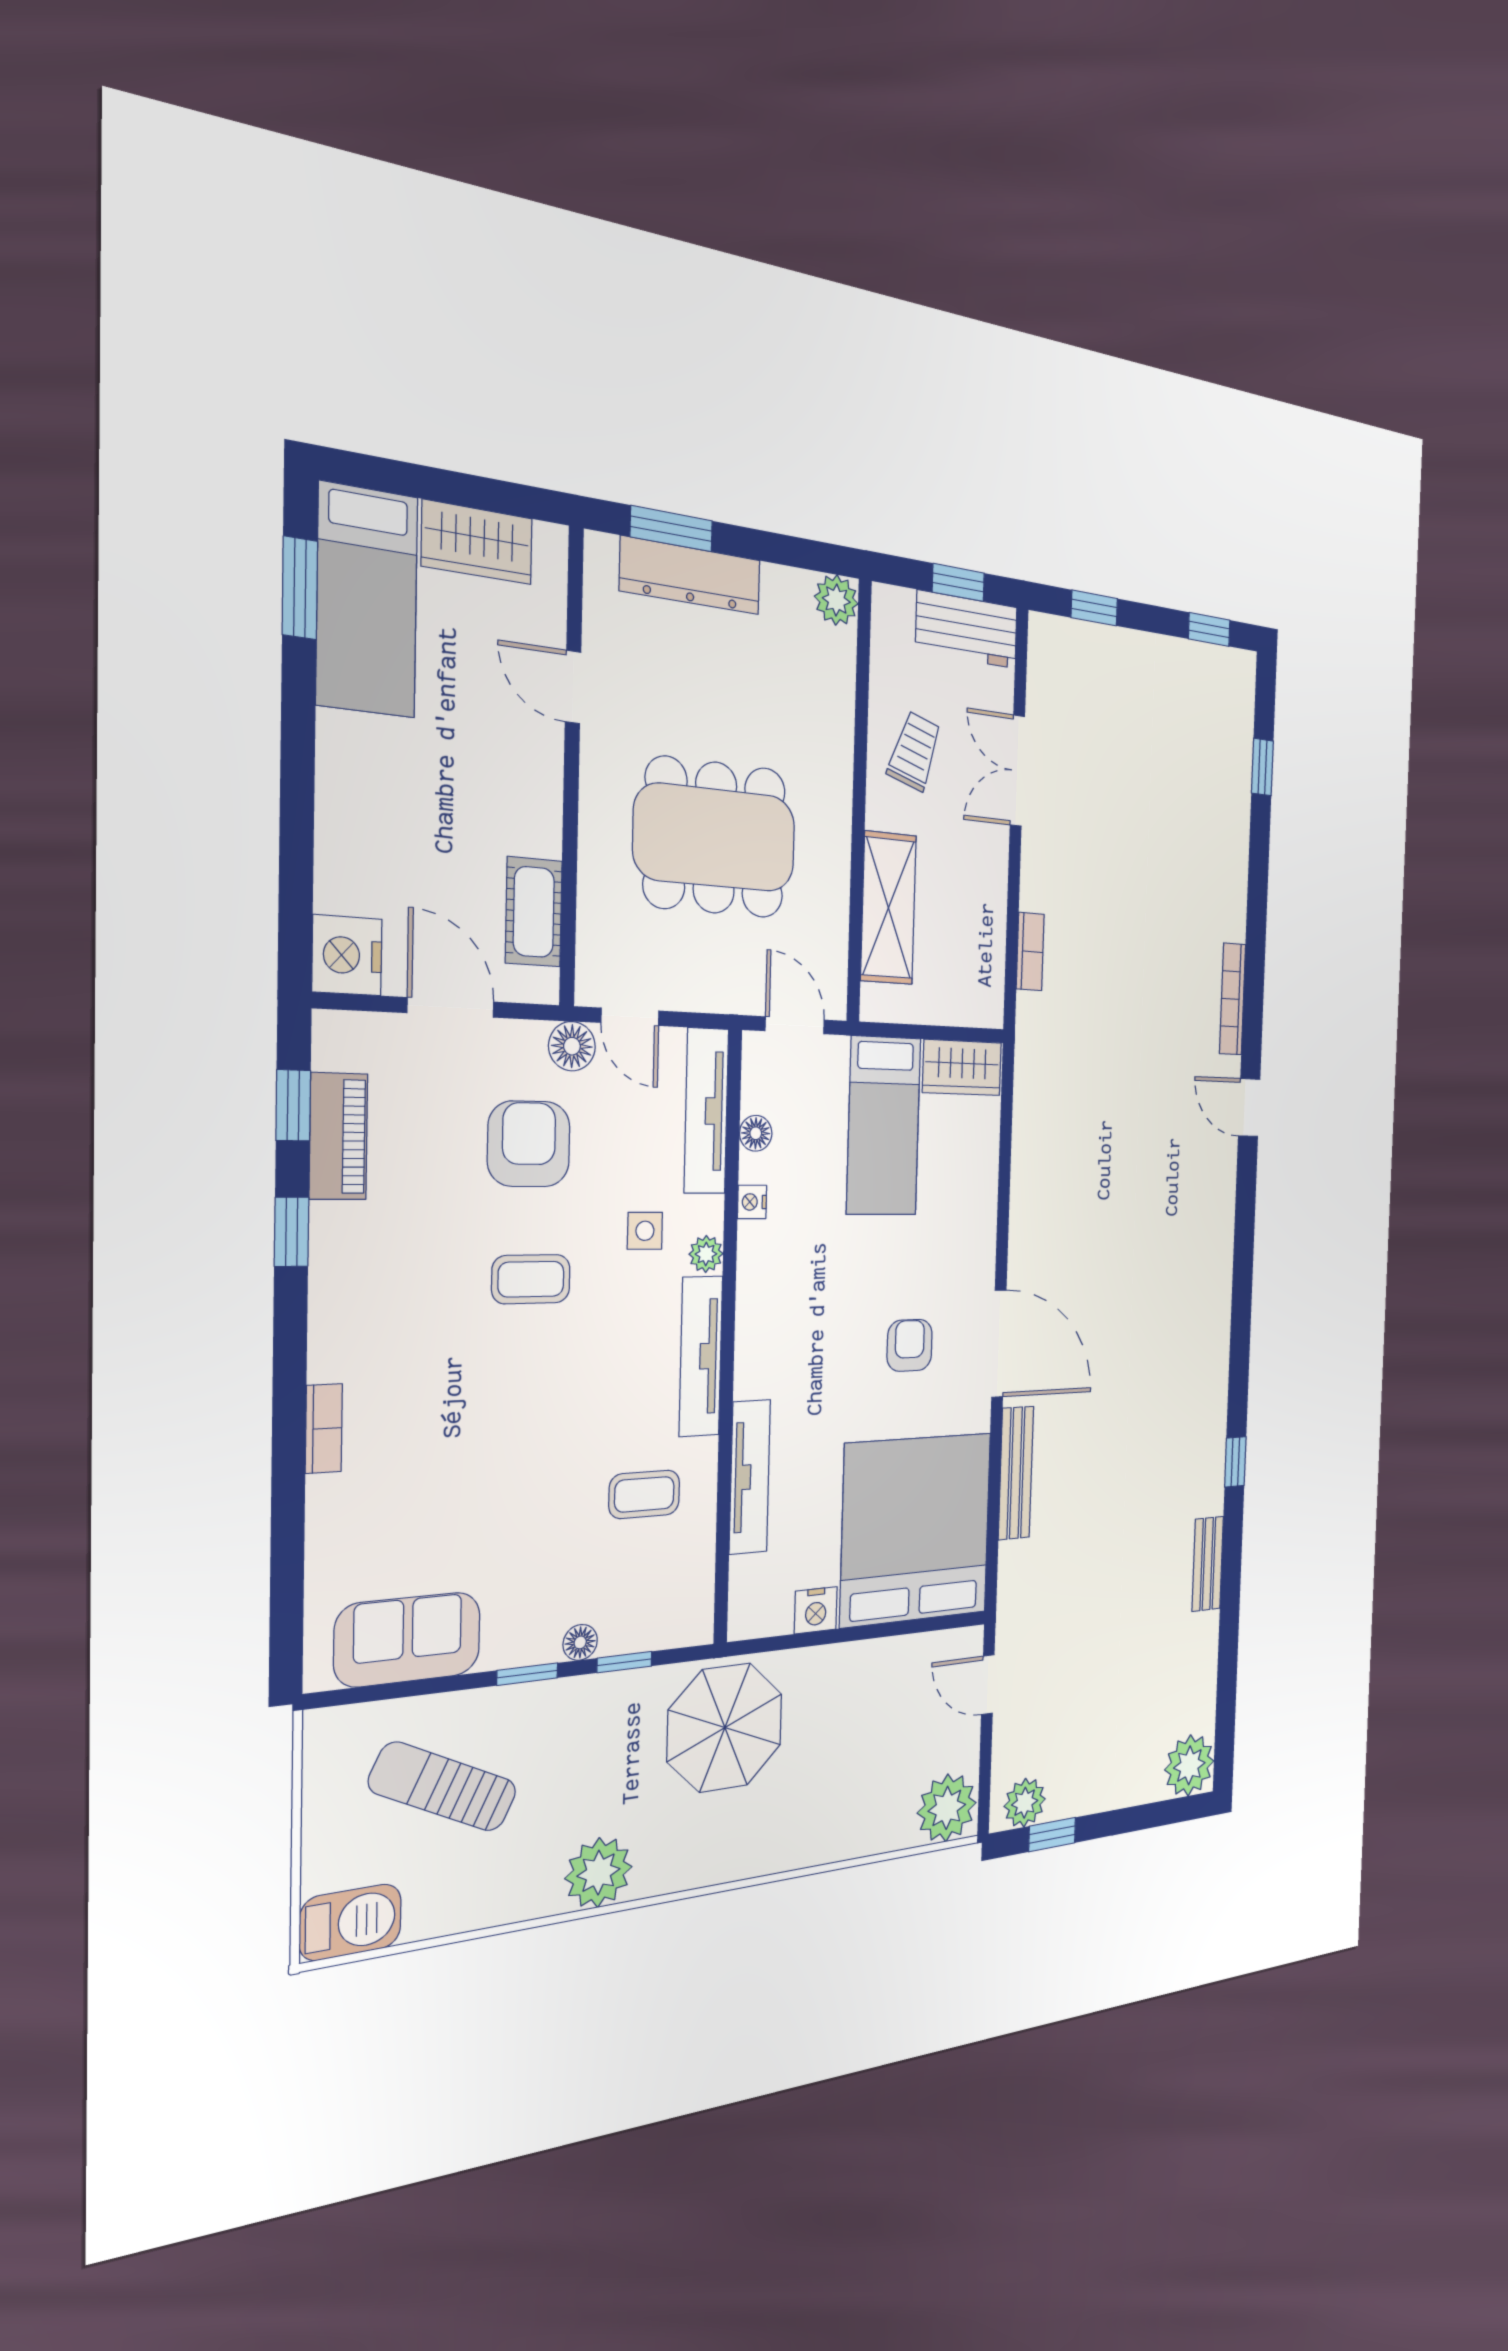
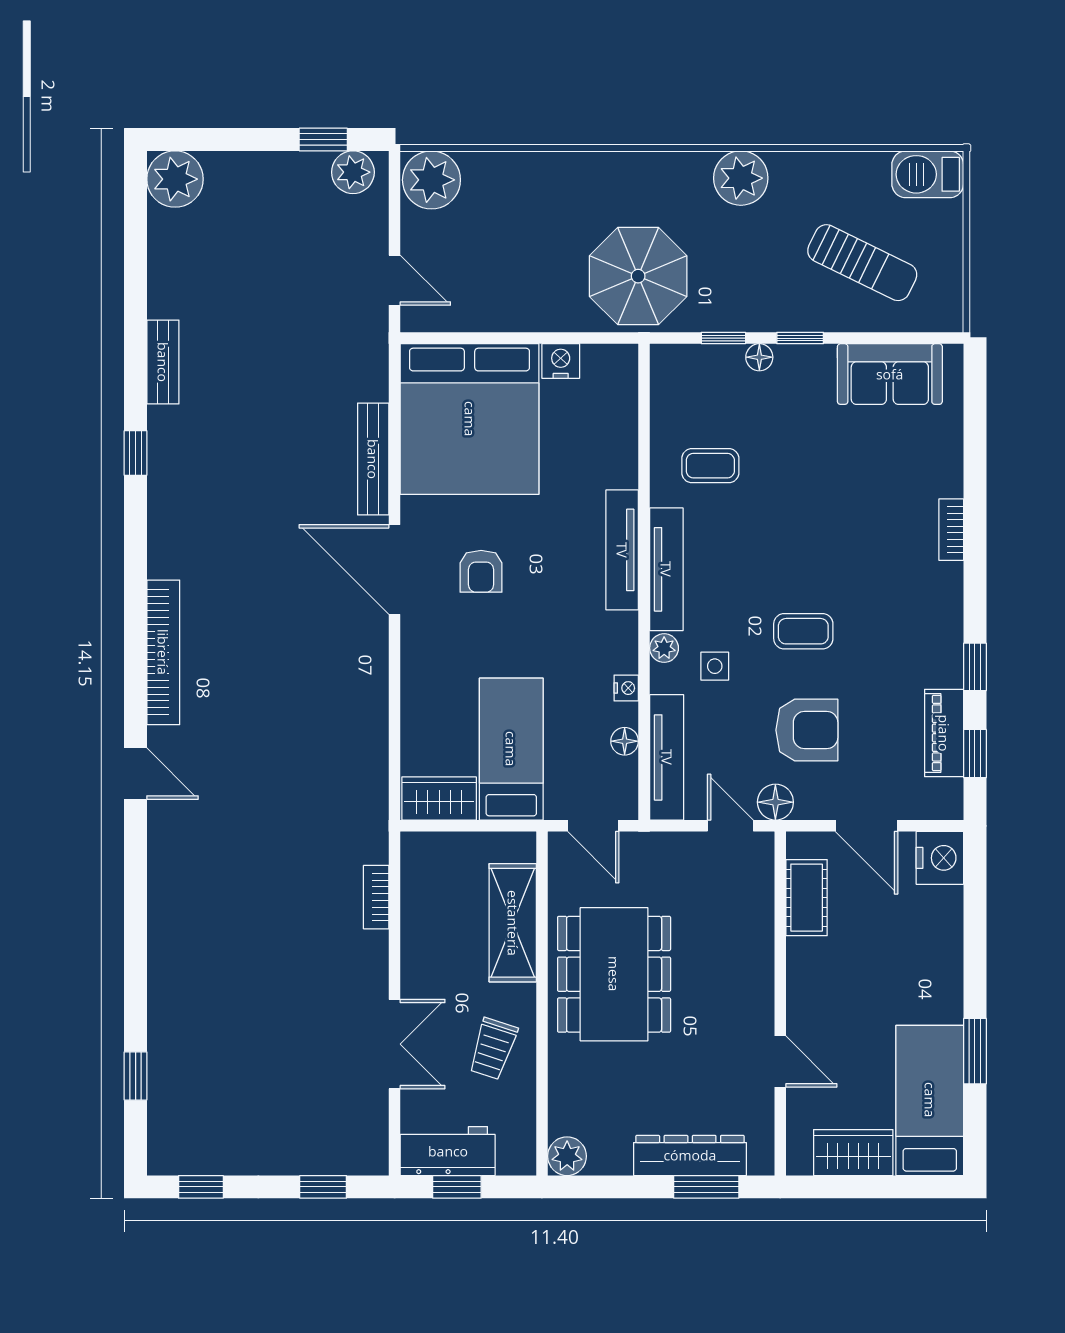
window: (300, 588) -> (975, 1051), moved
dining table: (715, 838) -> (614, 974), moved, turned 90
bookcase: (1232, 999) -> (163, 652), moved, width x1.48, depth x1.31
armchair: (529, 1144) -> (807, 730), turned -90
tv unit: (750, 1477) -> (622, 550), moved

